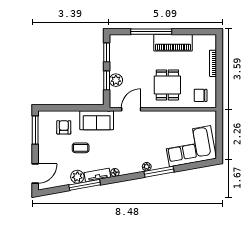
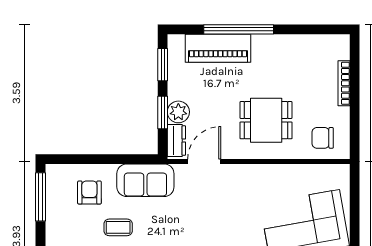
piano: (173, 43) -> (218, 48), moved
dining table: (167, 85) -> (266, 120), turned 90
dresser: (115, 97) -> (176, 141), added

